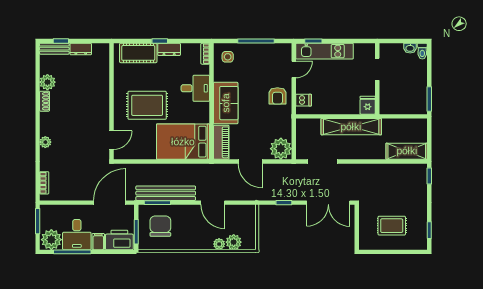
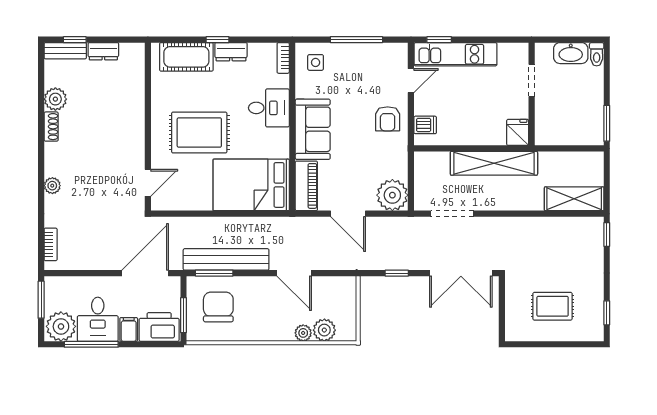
washbasin: (410, 48) -> (571, 53), width x1.91, depth x1.45

